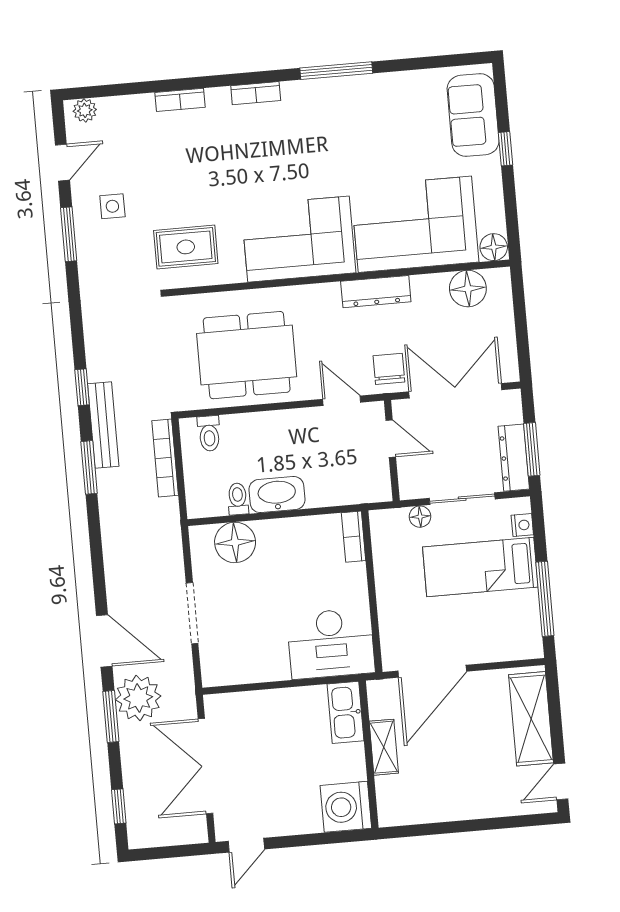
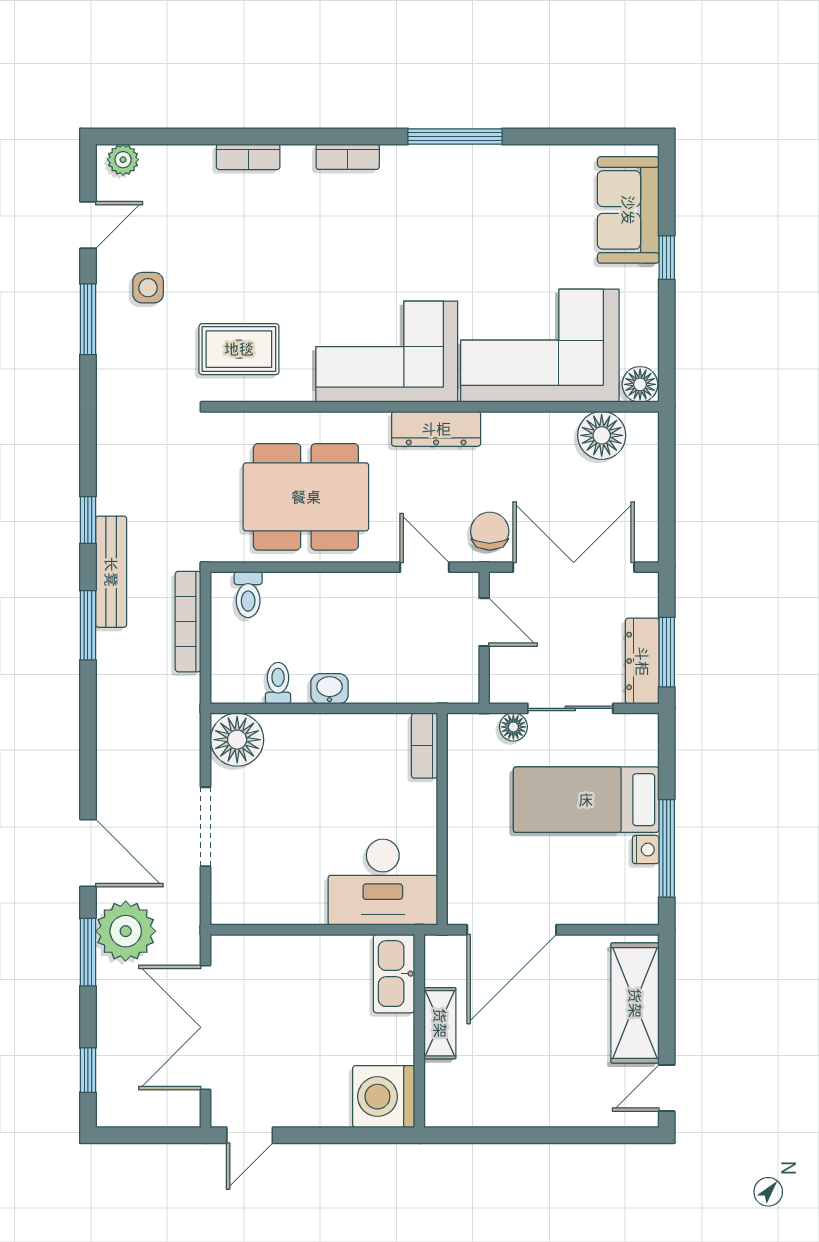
dresser: (376, 292) -> (436, 429), moved
washbasin: (277, 495) -> (330, 689), width x0.52, depth x0.69
nightstand: (522, 525) -> (646, 850), moved
floor lamp: (235, 542) -> (237, 740), moved

